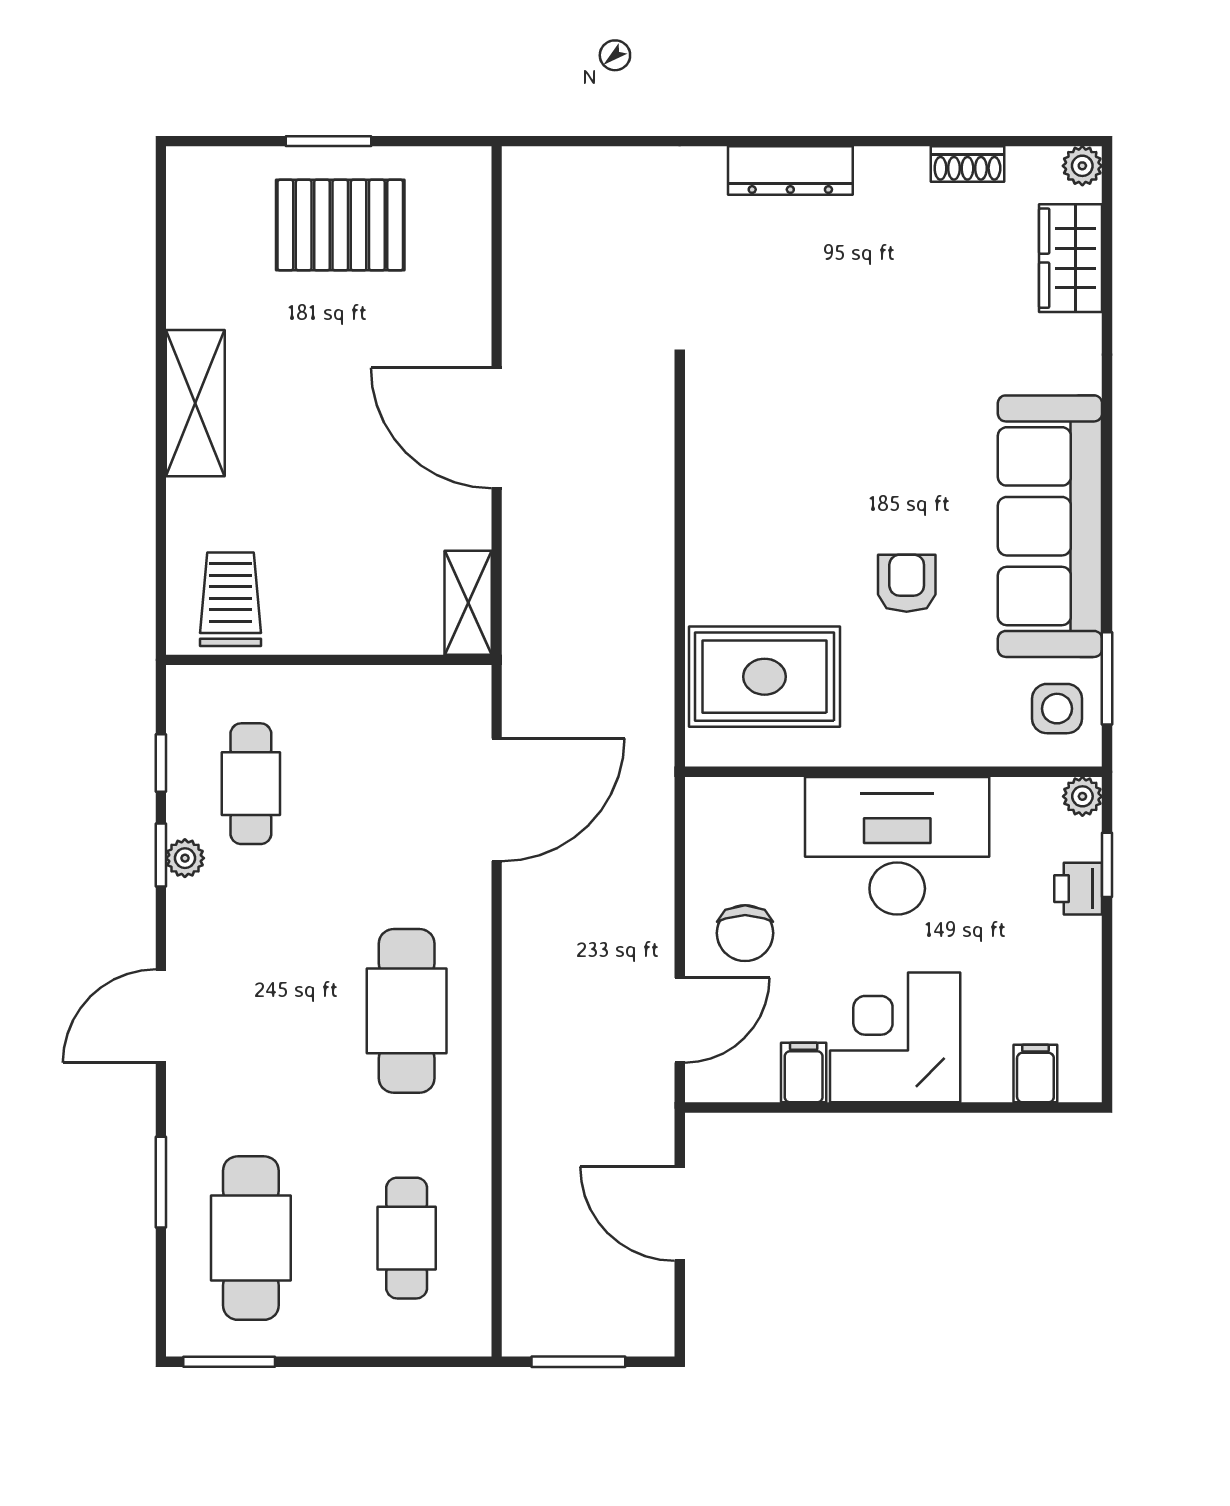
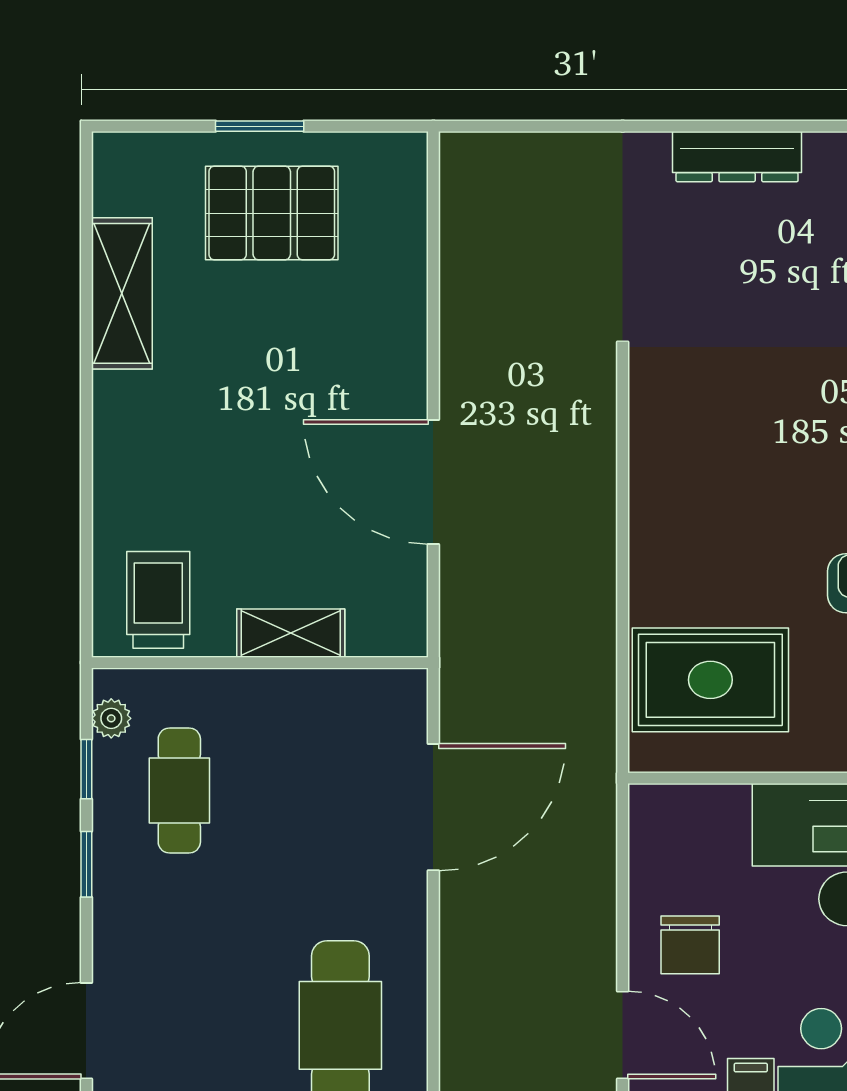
shelving: (195, 403) -> (122, 293), moved
door: (497, 428) -> (433, 482), moved
shelving: (468, 603) -> (291, 633), moved, turned 90
plant: (185, 858) -> (111, 718), moved
door: (680, 1020) -> (623, 1035), hinge flipped

